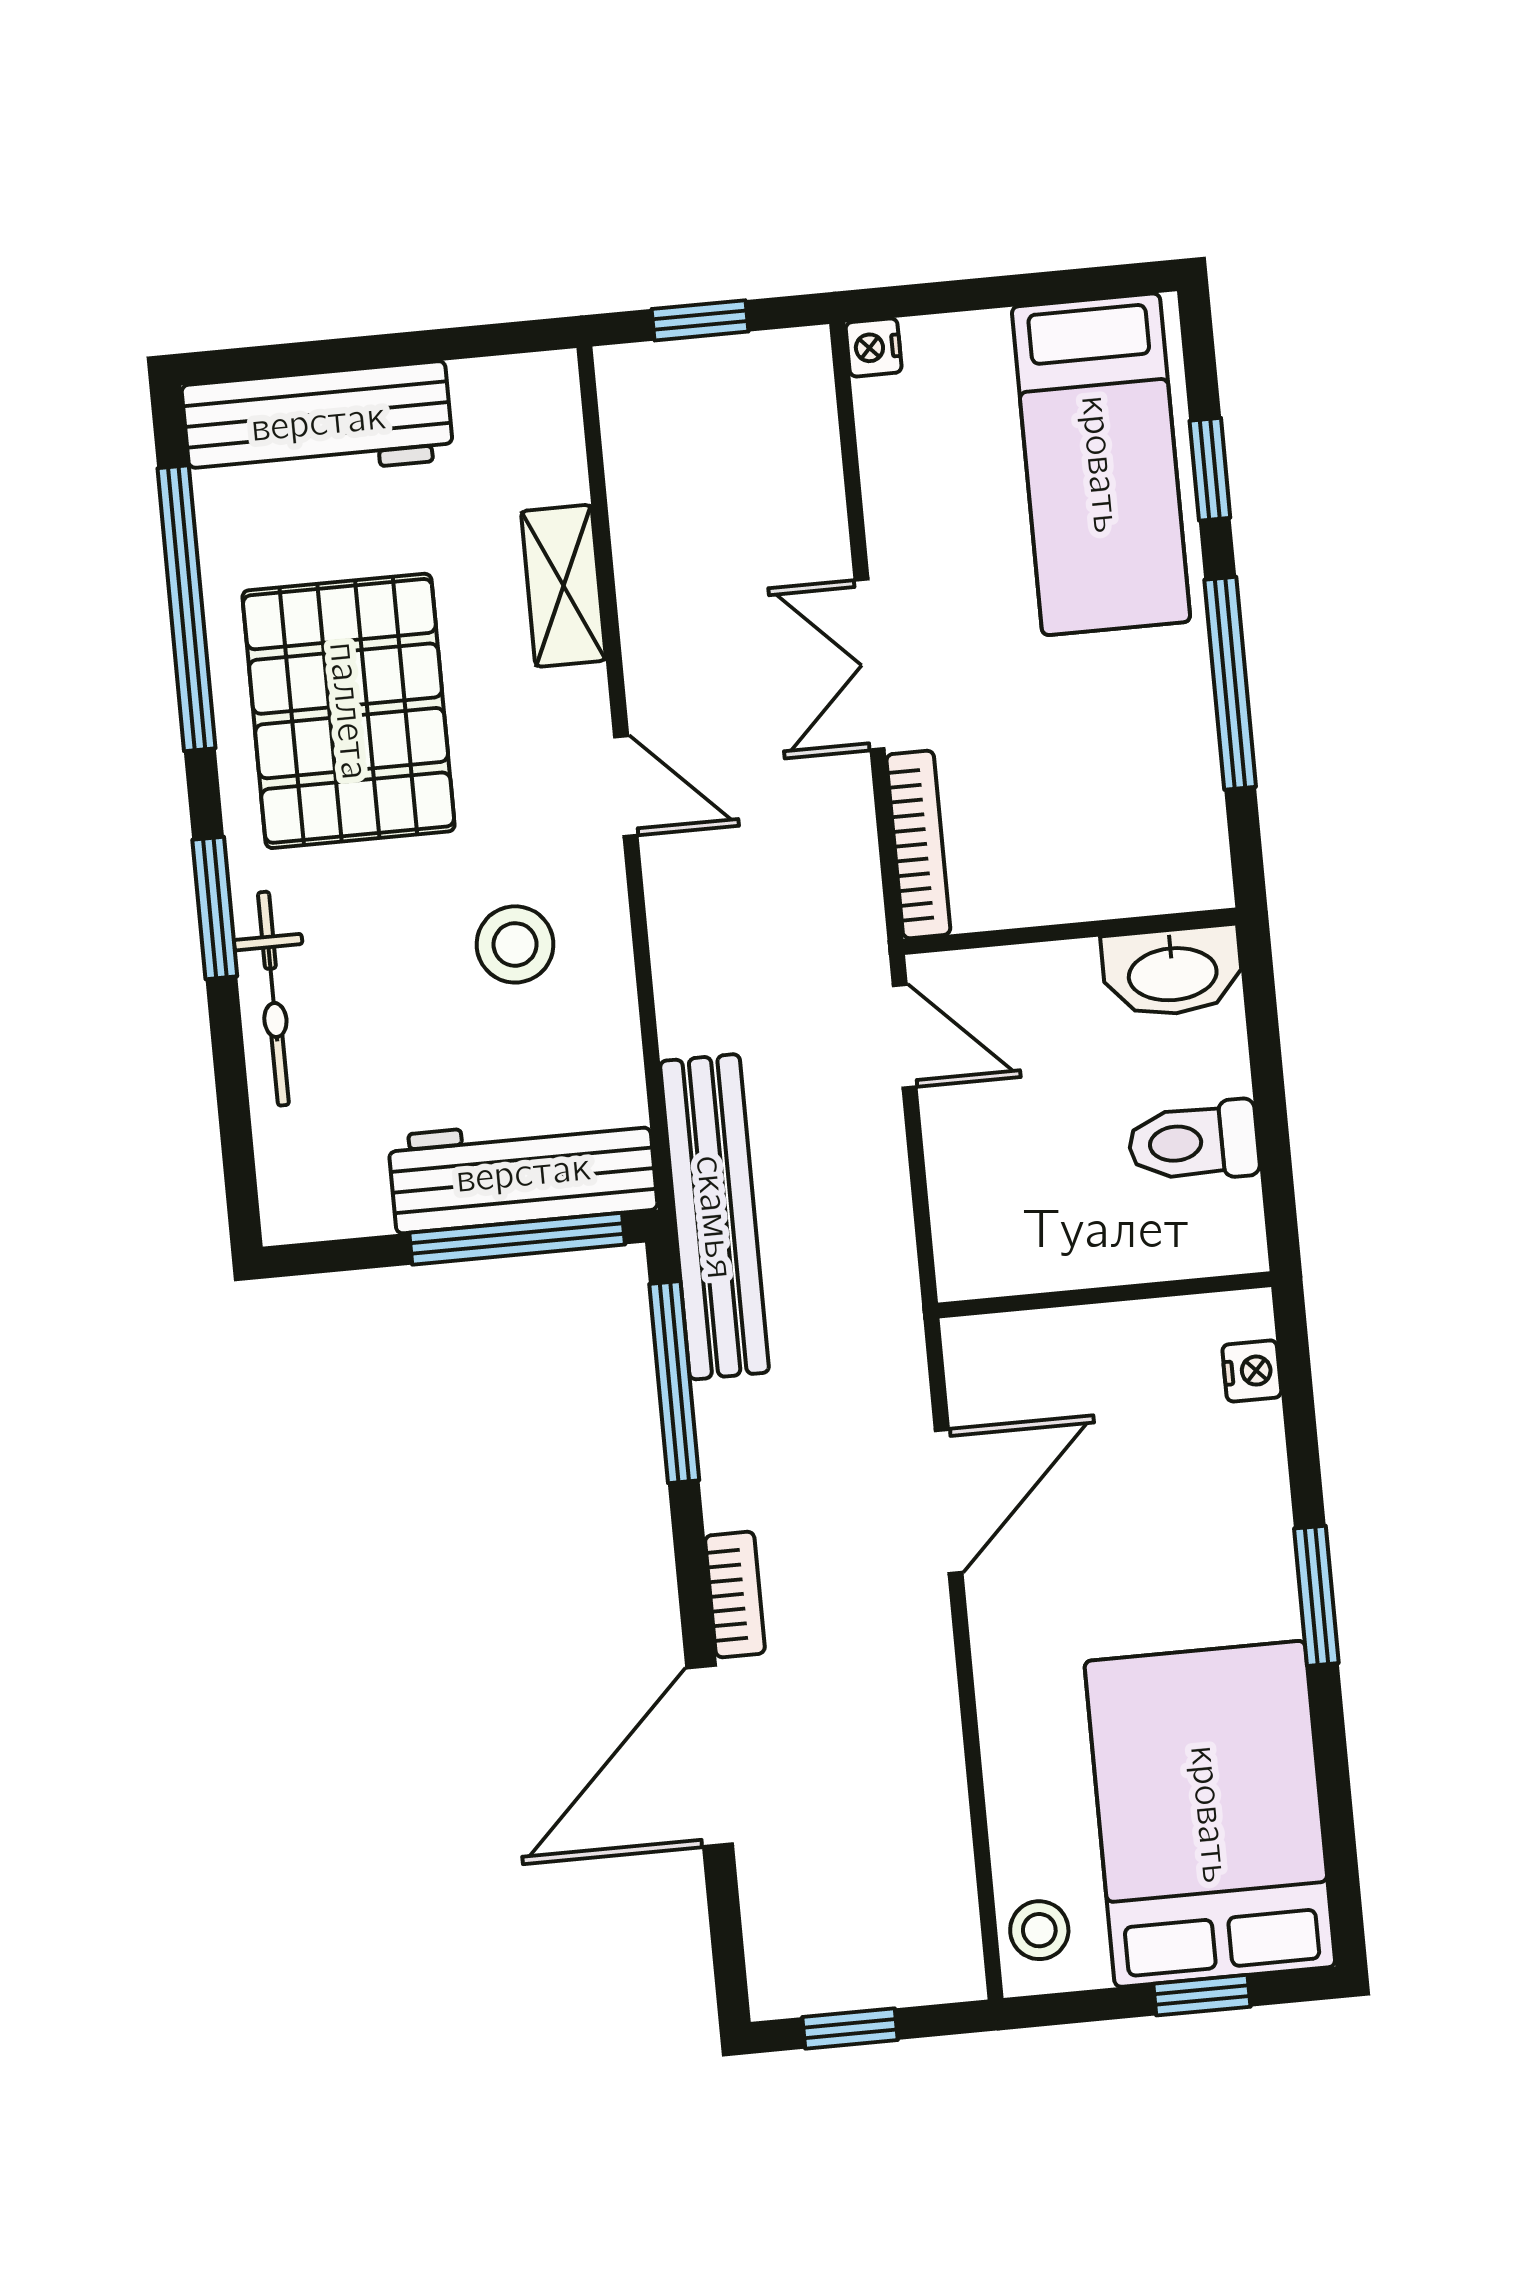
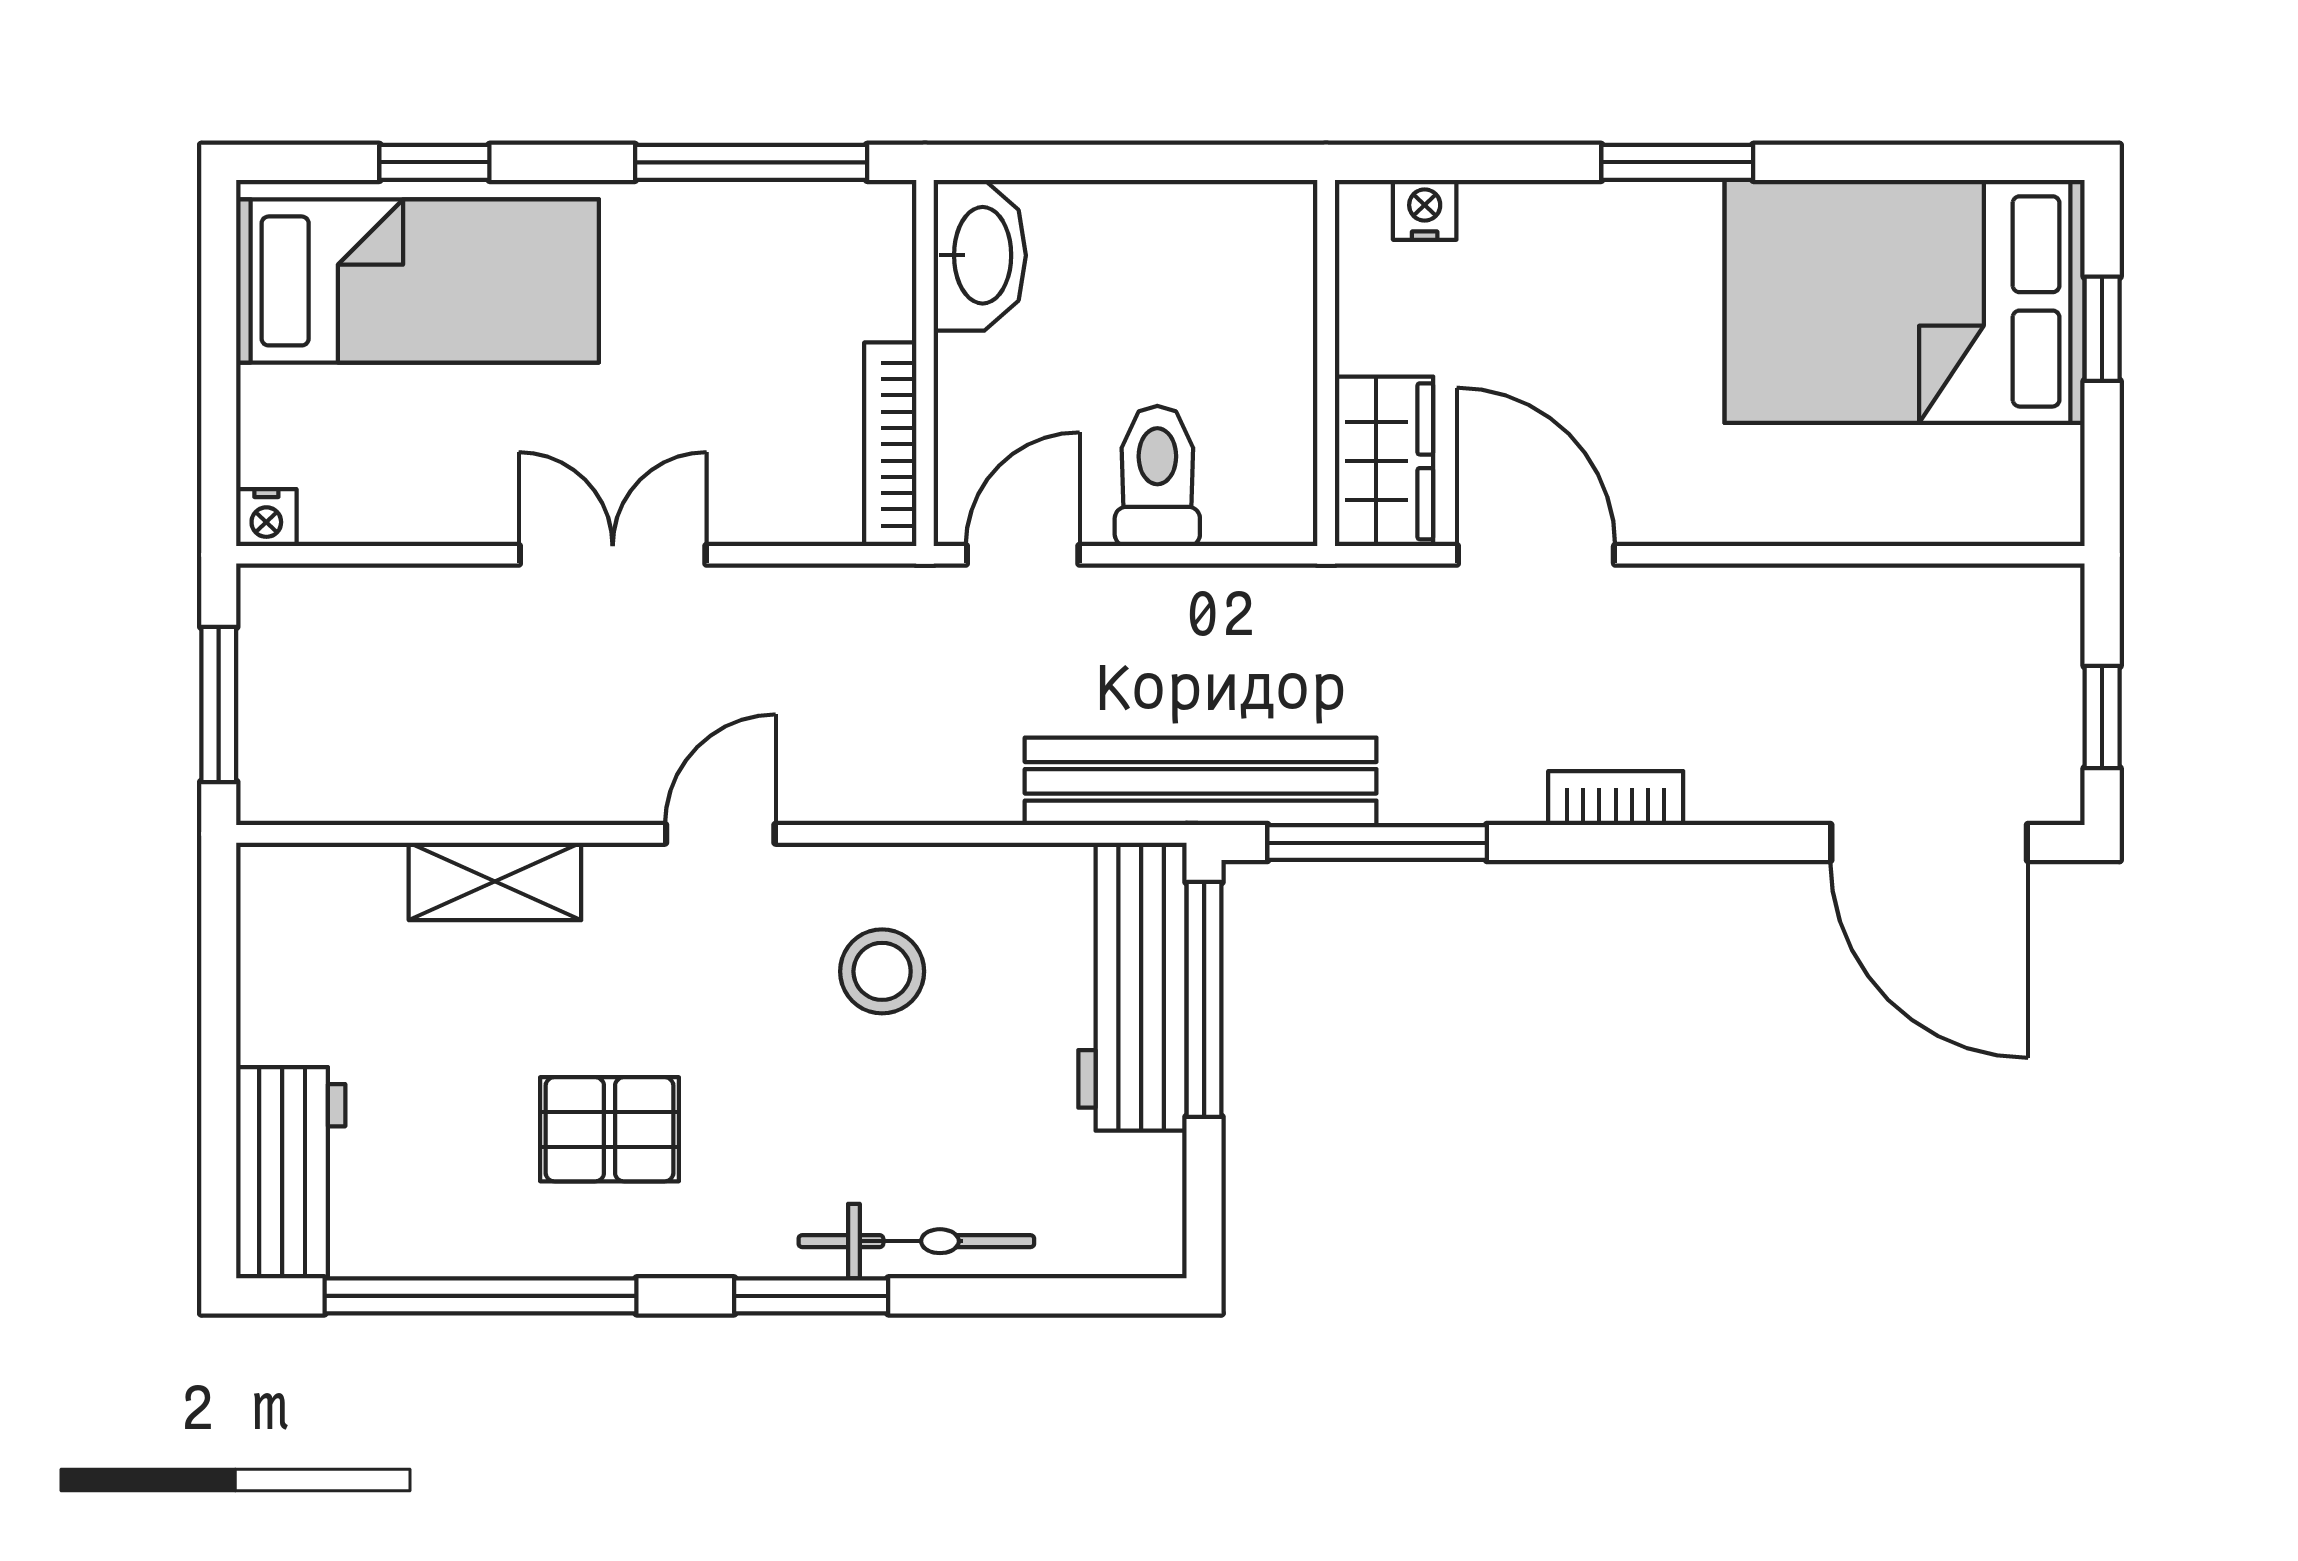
window: (700, 320) -> (219, 704), width x1.50
workbench: (318, 422) -> (291, 1173), width x0.73
double door: (870, 665) -> (613, 555), swing flipped
window: (1230, 683) -> (751, 162), moved
pallet: (349, 711) -> (610, 1129), width x0.49, depth x0.50
bookcase: (918, 844) -> (890, 444), moved, turned -90
toilet: (1193, 1142) -> (1157, 476), moved, turned 180
wardrobe: (1020, 1356) -> (1384, 461), added
door: (710, 1756) -> (1929, 843), moved
stool: (1039, 1930) -> (2014, 500), removed

